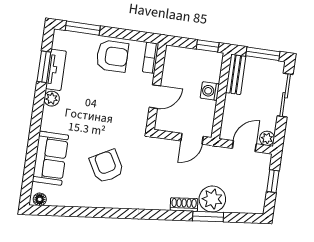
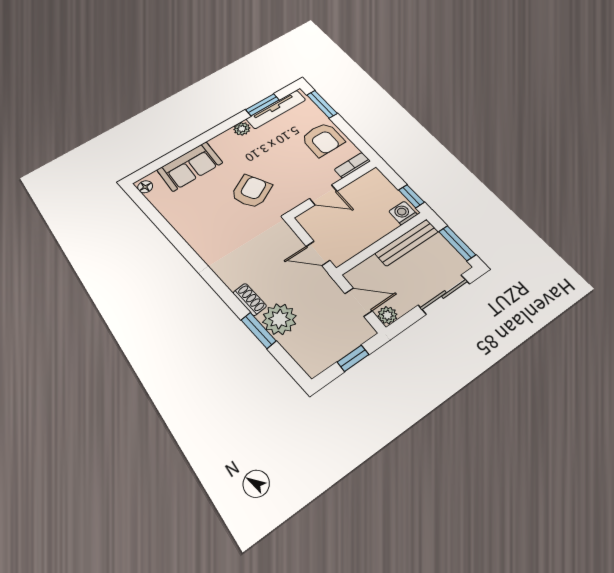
tv unit: (56, 70) -> (276, 109), width x1.41
bench: (236, 74) -> (407, 243), width x1.36
washing machine: (210, 91) -> (403, 213), moved
armchair: (107, 166) -> (251, 191), moved

